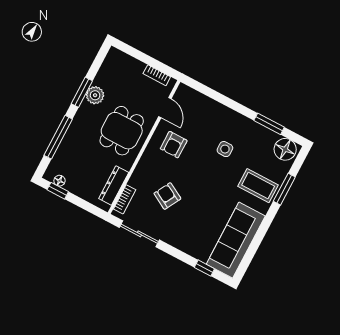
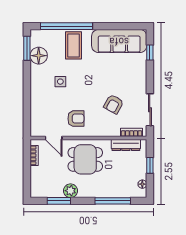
window: (82, 92) -> (59, 201), moved
door: (165, 108) -> (54, 138), swing flipped
window: (269, 124) -> (27, 48), moved
floor lamp: (285, 149) -> (39, 56), moved
window: (284, 189) -> (66, 26), width x2.11
window: (58, 191) -> (150, 165), moved

